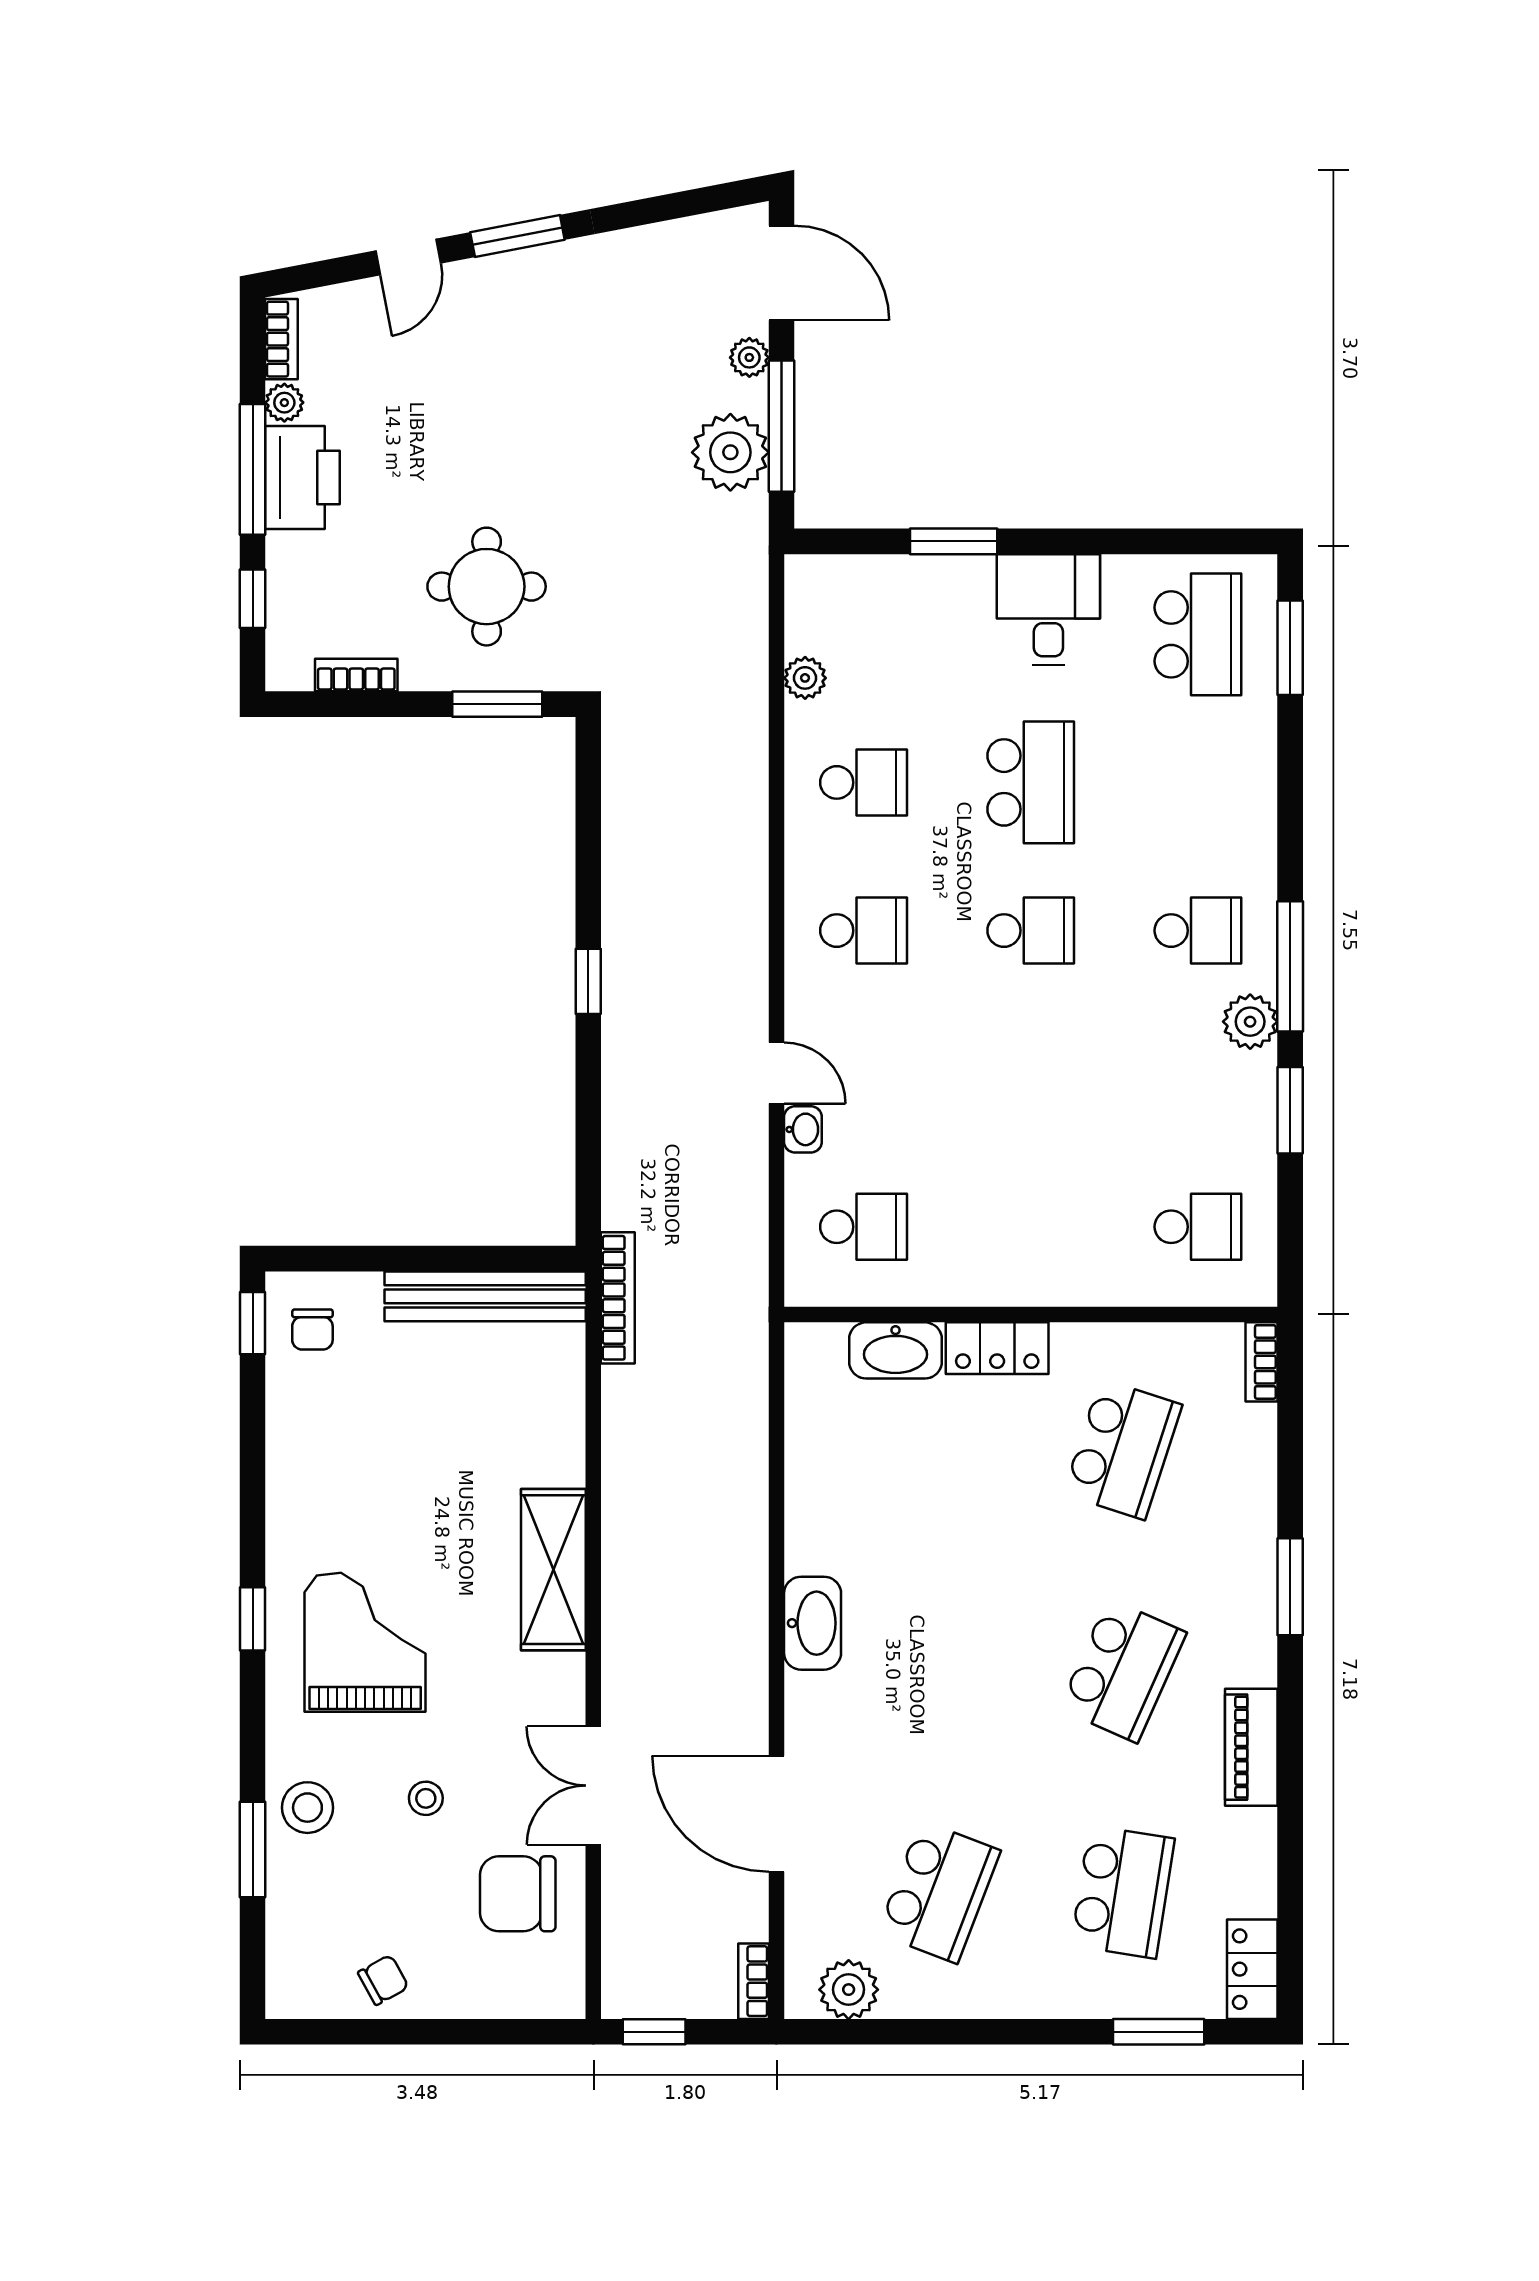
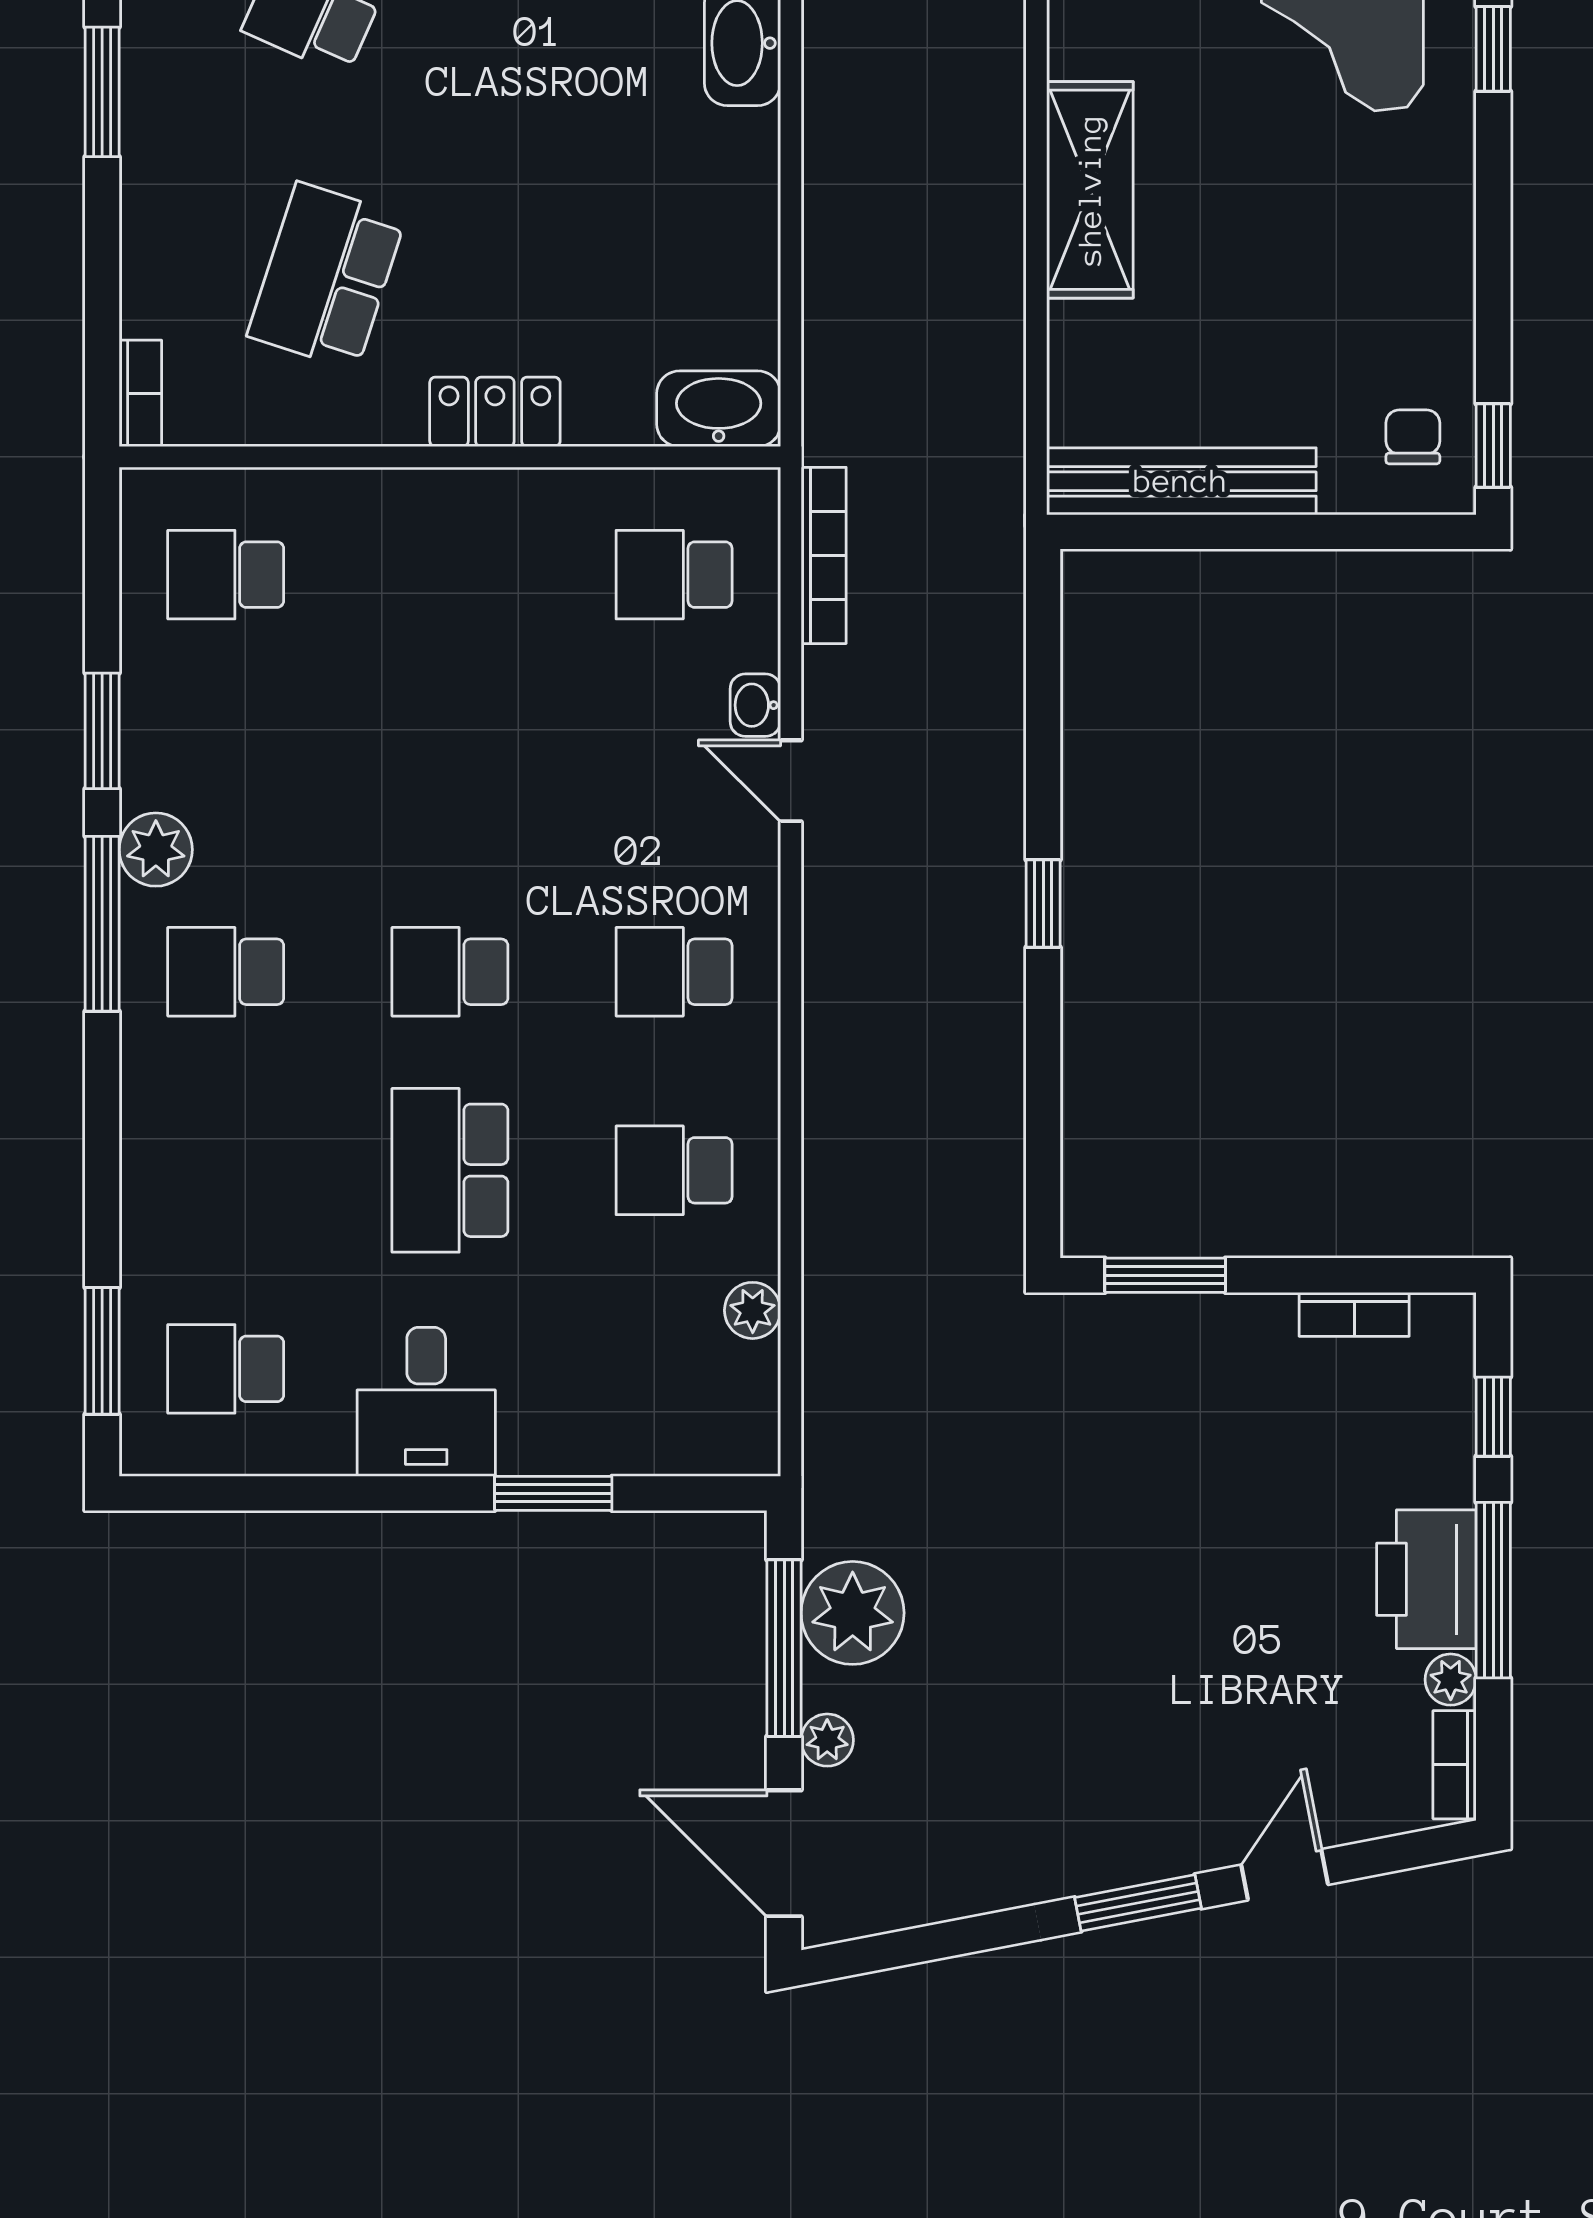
round table: (487, 587) -> (1179, 1433), removed
school desk: (1198, 634) -> (226, 1369), width x0.54
bookcase: (618, 1298) -> (824, 555), moved, turned 180
washbasin: (896, 1350) -> (719, 409), moved
shelving: (553, 1570) -> (1090, 190), moved

